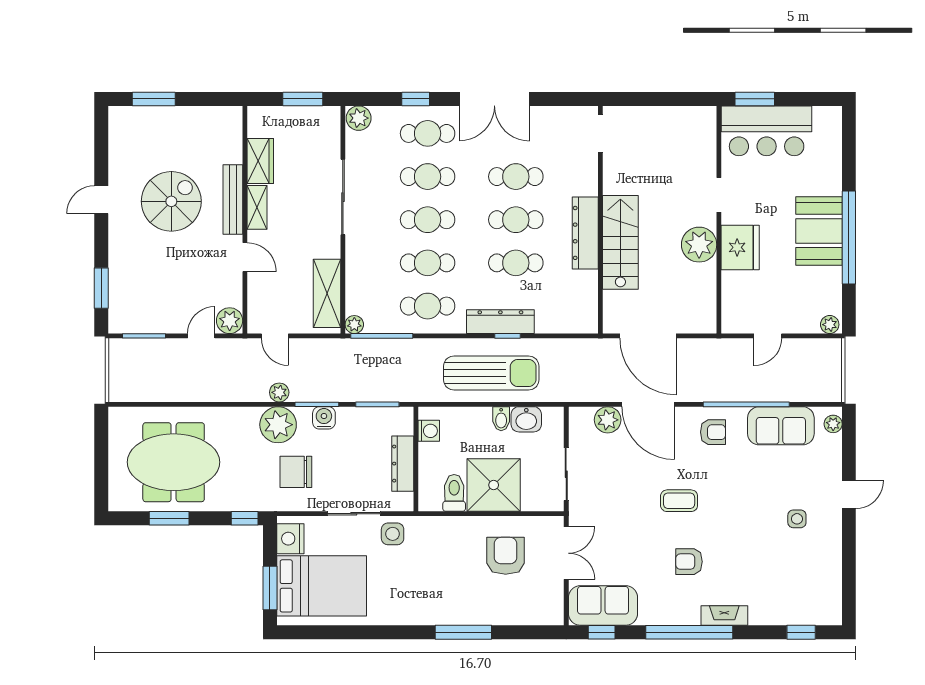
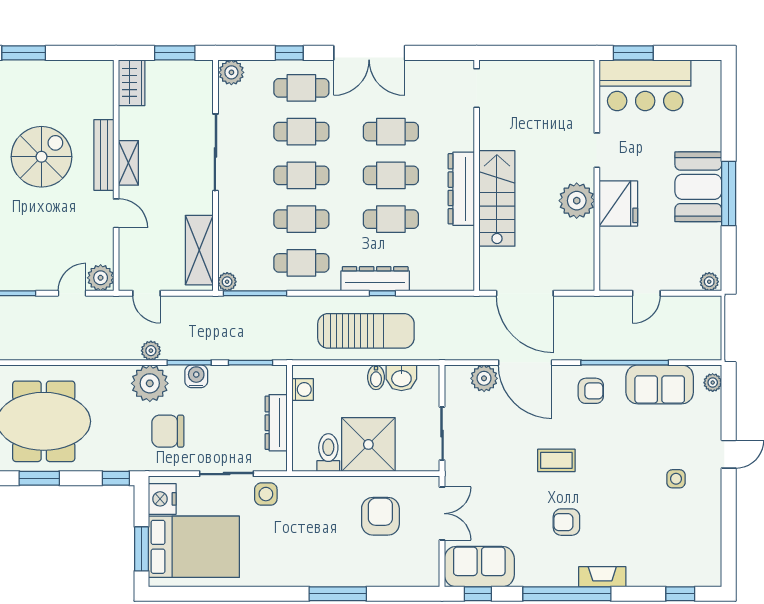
wardrobe: (260, 161) -> (132, 83), moved
window: (849, 238) -> (729, 194), width x0.68

